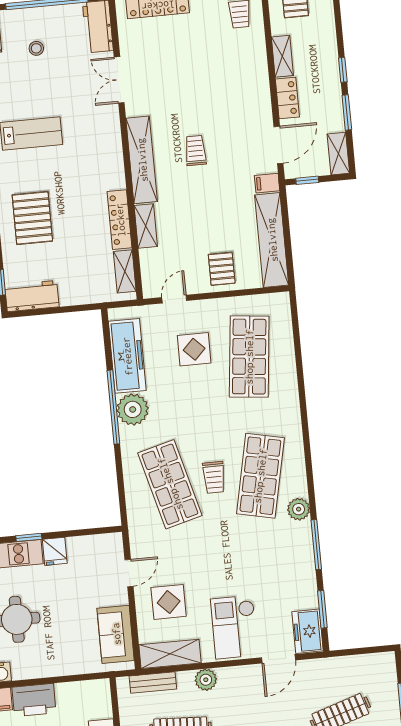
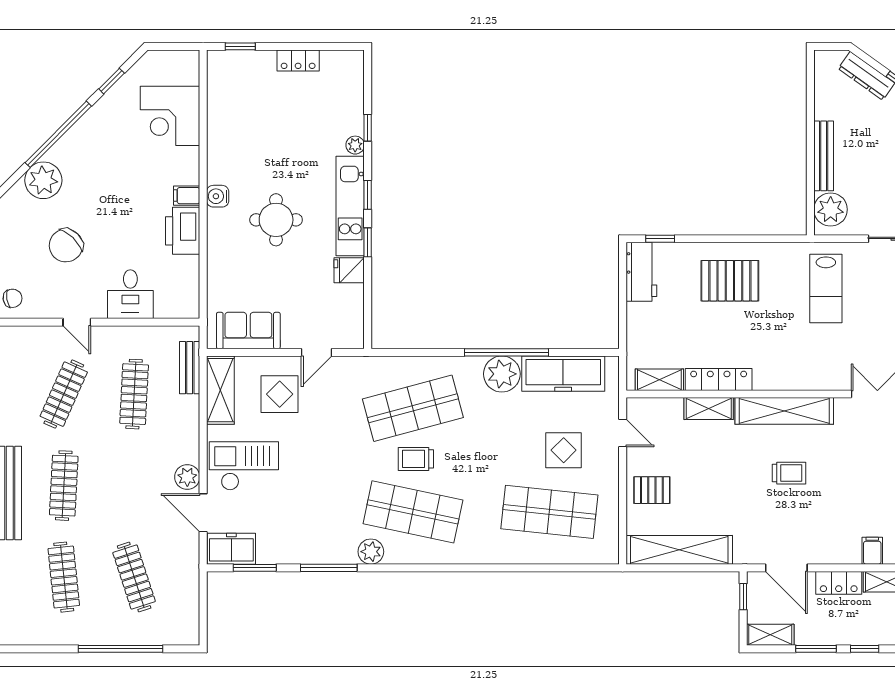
filing cabinet: (267, 183) -> (872, 551), moved
door: (129, 573) -> (317, 352), hinge flipped
plant: (206, 680) -> (187, 477), moved

